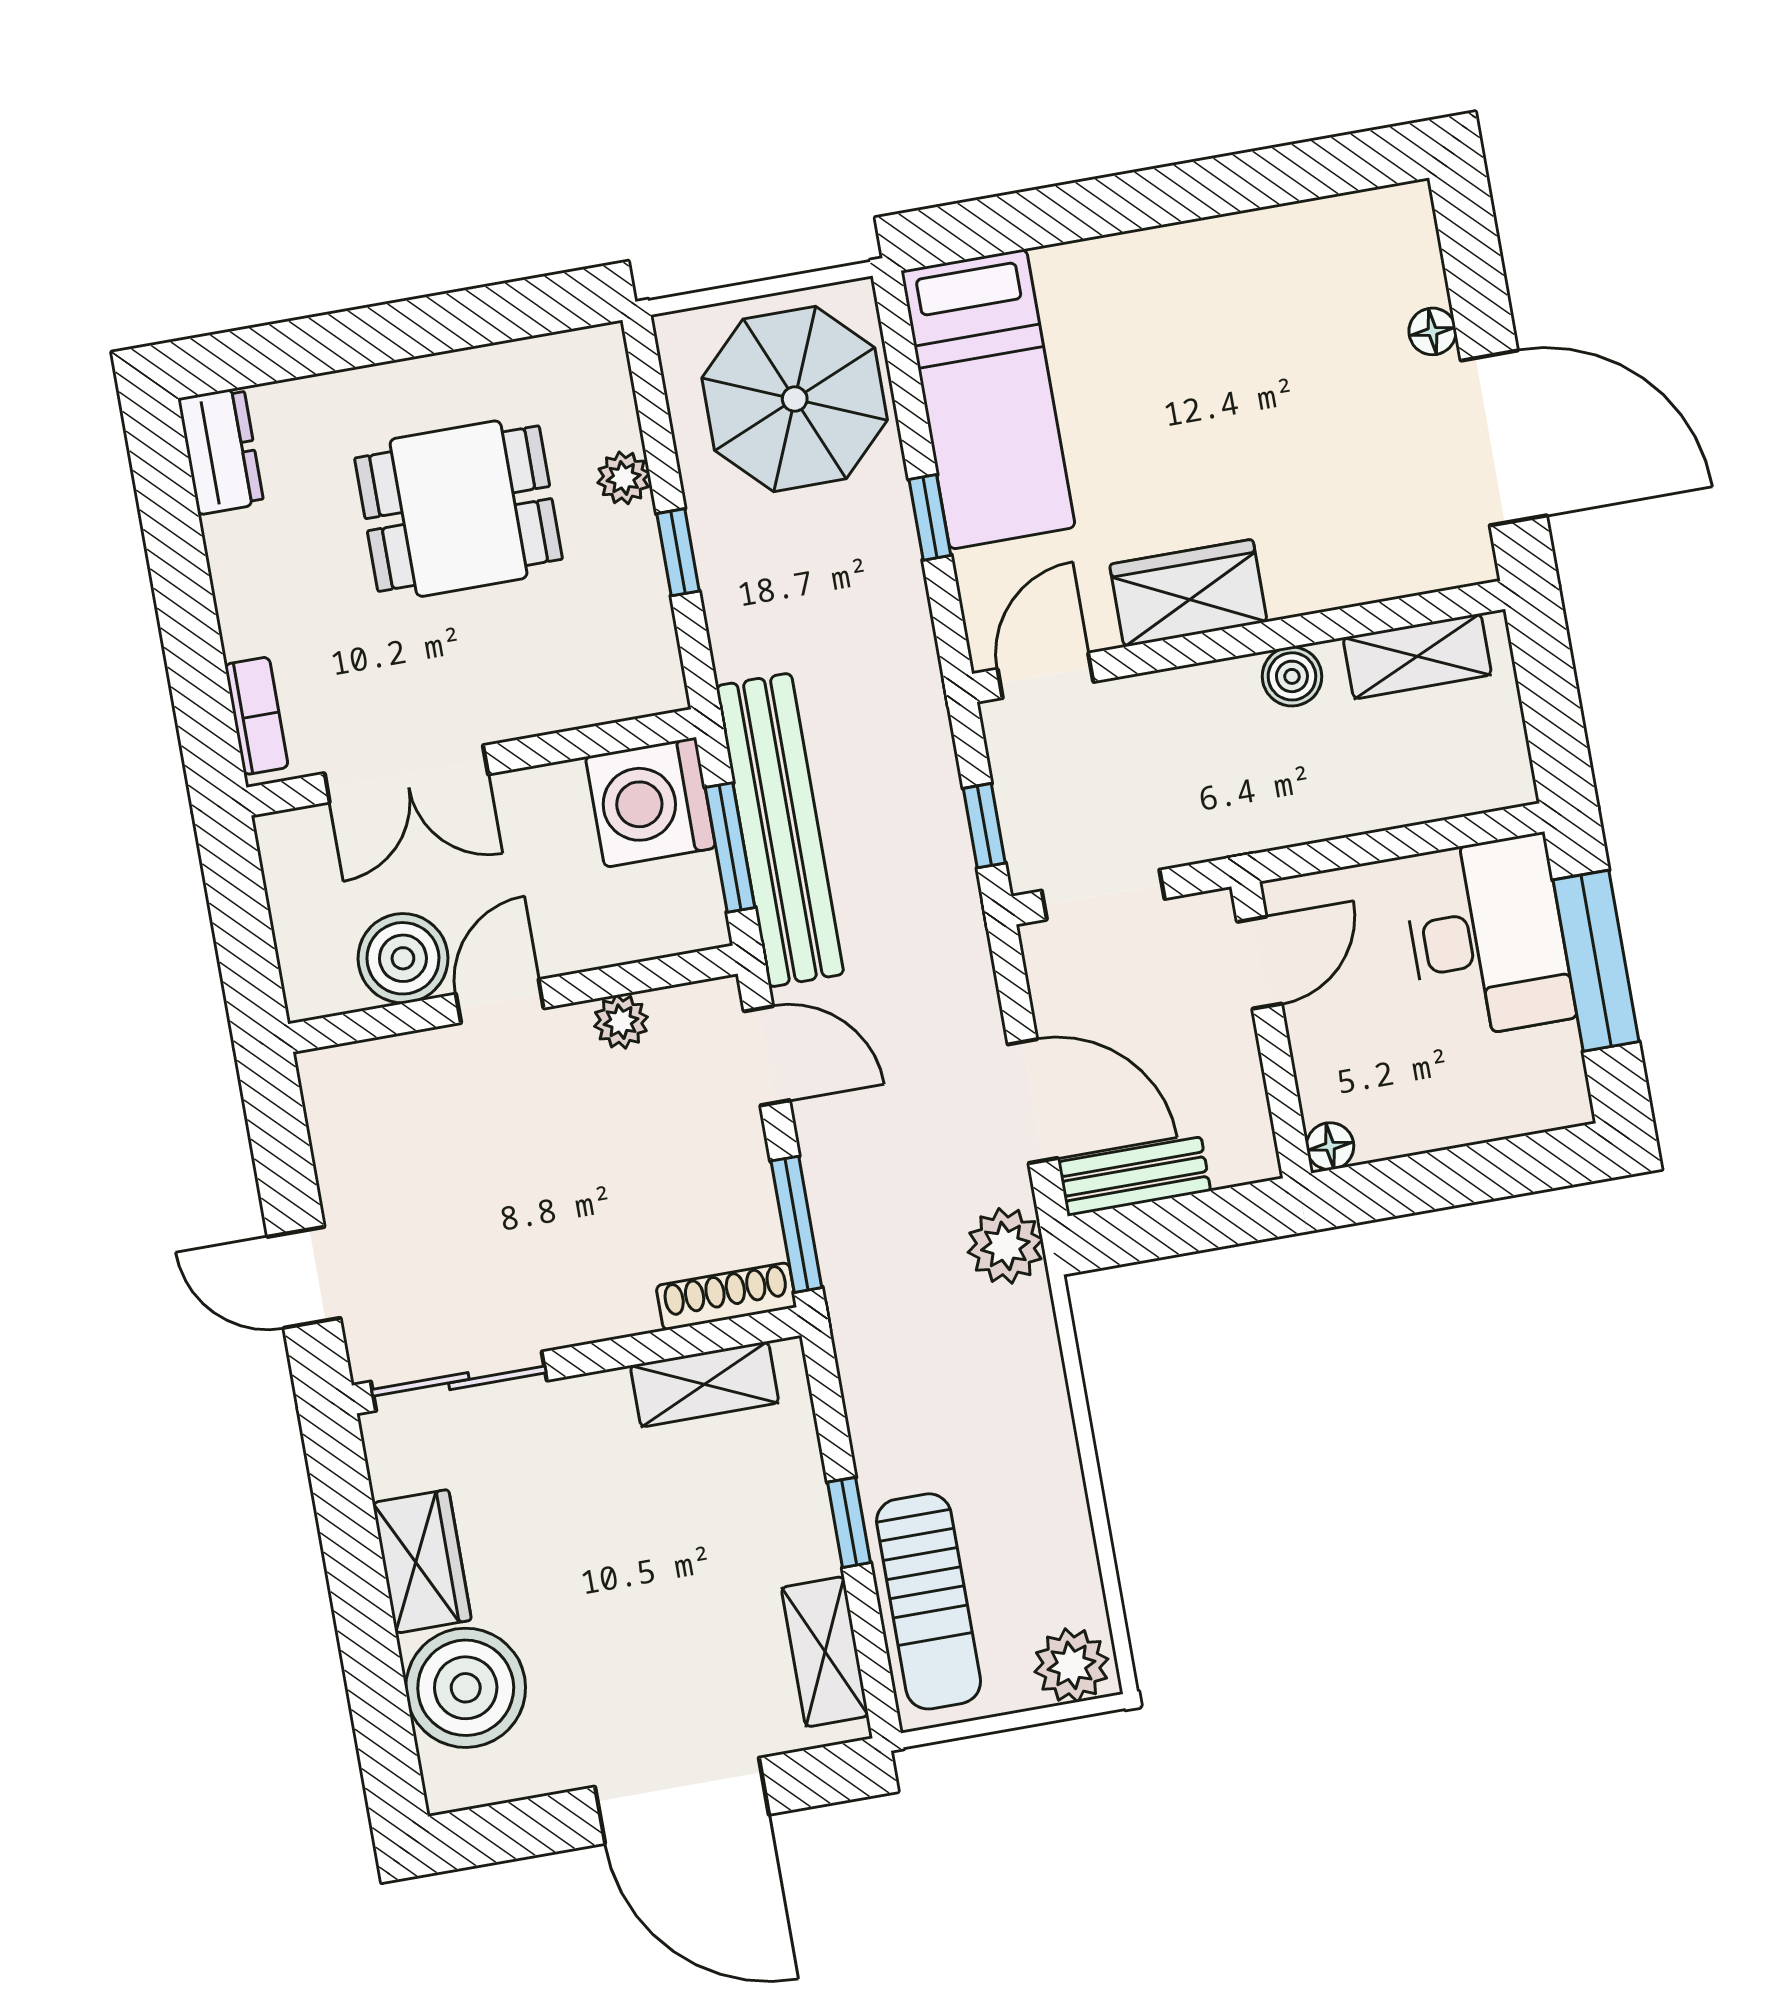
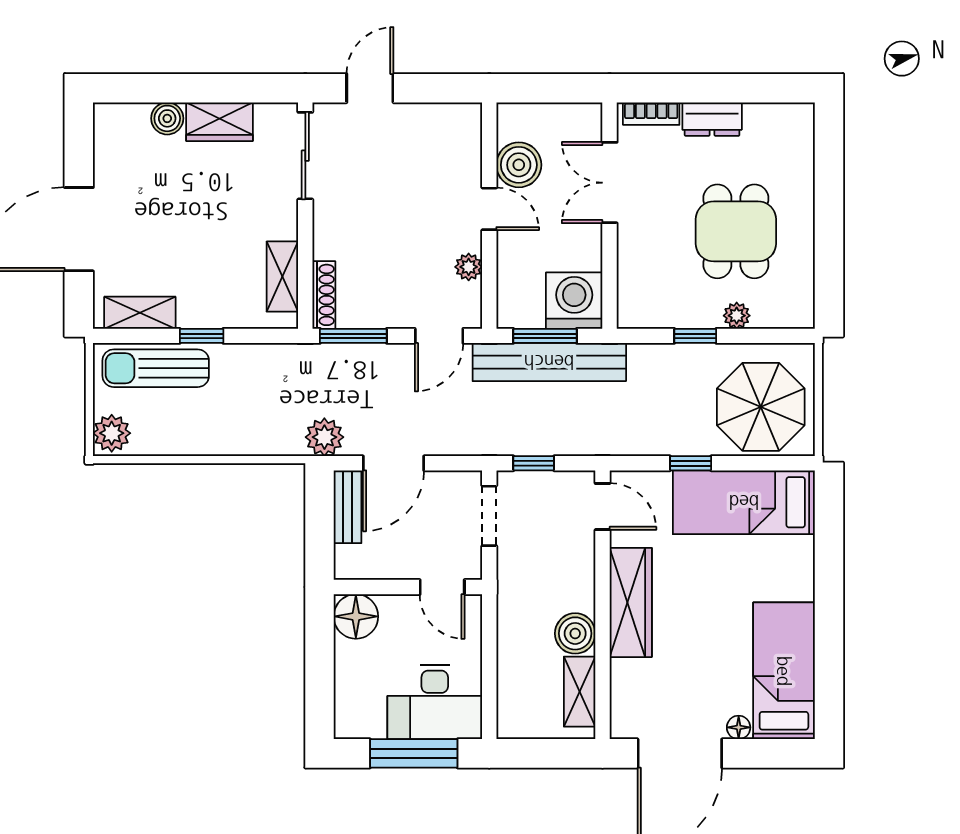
bed: (1305, 262) -> (784, 671), added
dresser: (221, 451) -> (712, 119), moved
wardrobe: (1188, 593) -> (631, 602), width x1.50
boiler: (1292, 676) -> (575, 633), width x1.36, depth x1.36
floor lamp: (1330, 1146) -> (356, 616), width x1.89, depth x1.89
boiler: (466, 1688) -> (167, 118), width x0.54, depth x0.54

